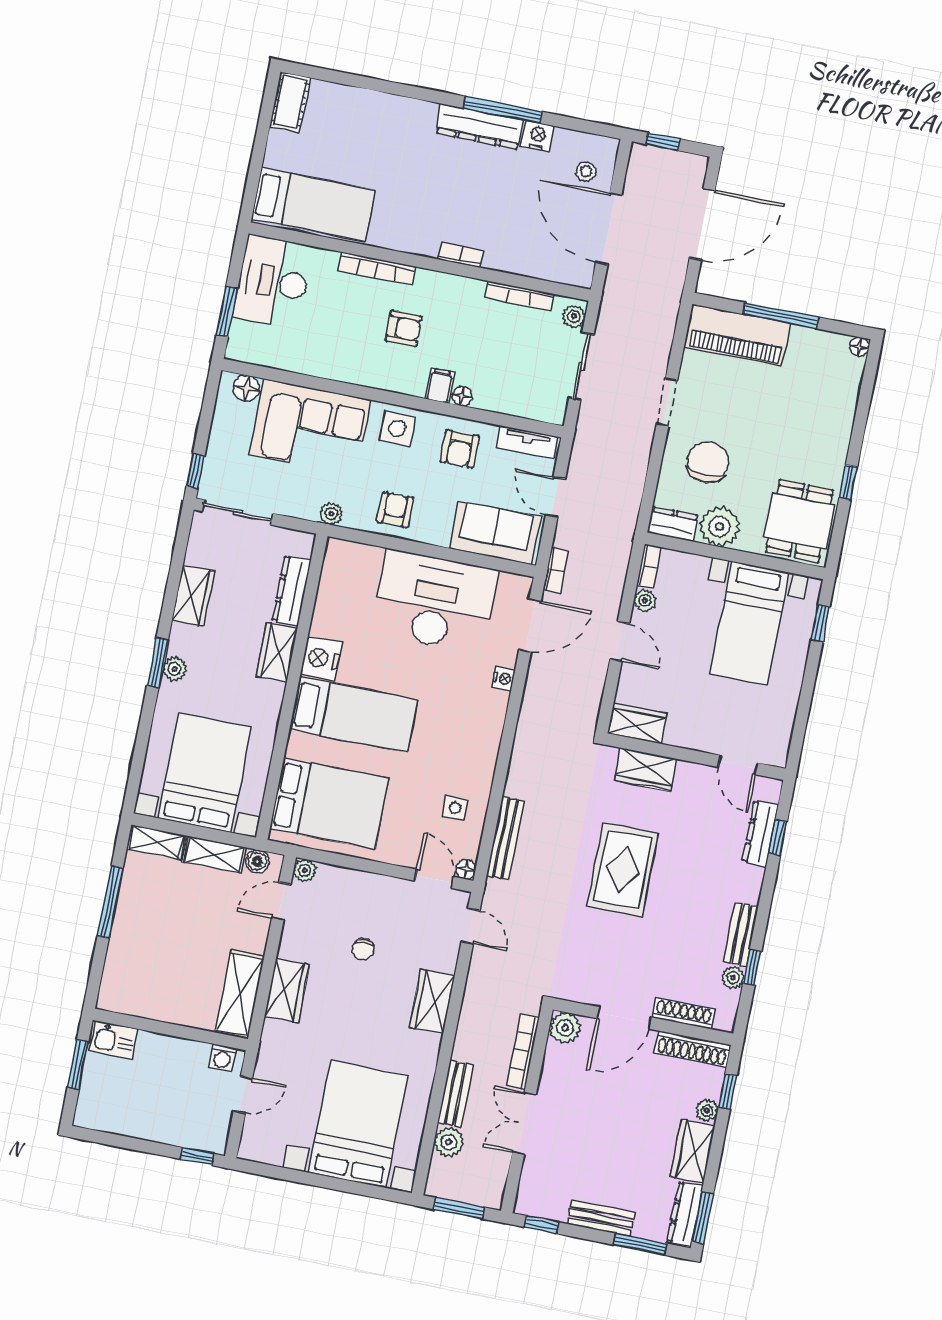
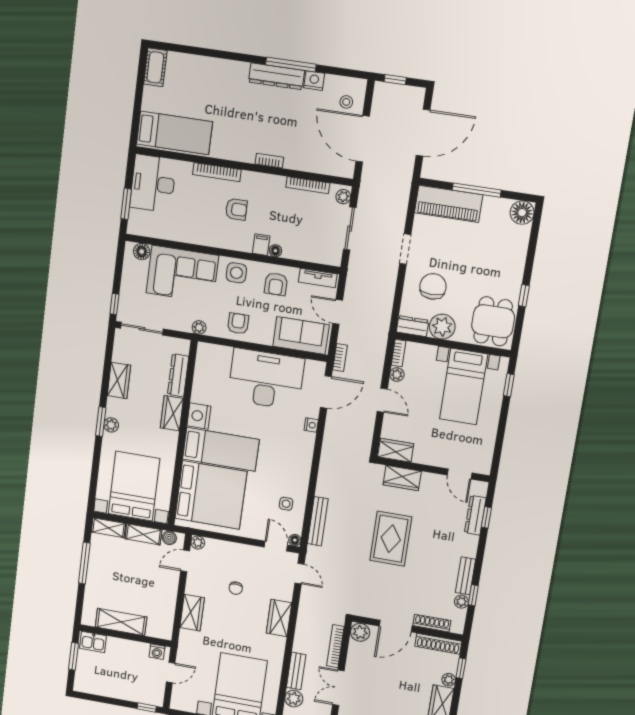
floor lamp: (859, 347) -> (522, 213), width x1.89, depth x1.89
bed: (329, 803) -> (211, 495), width x1.36
shelving: (240, 994) -> (121, 622), moved, turned 90

